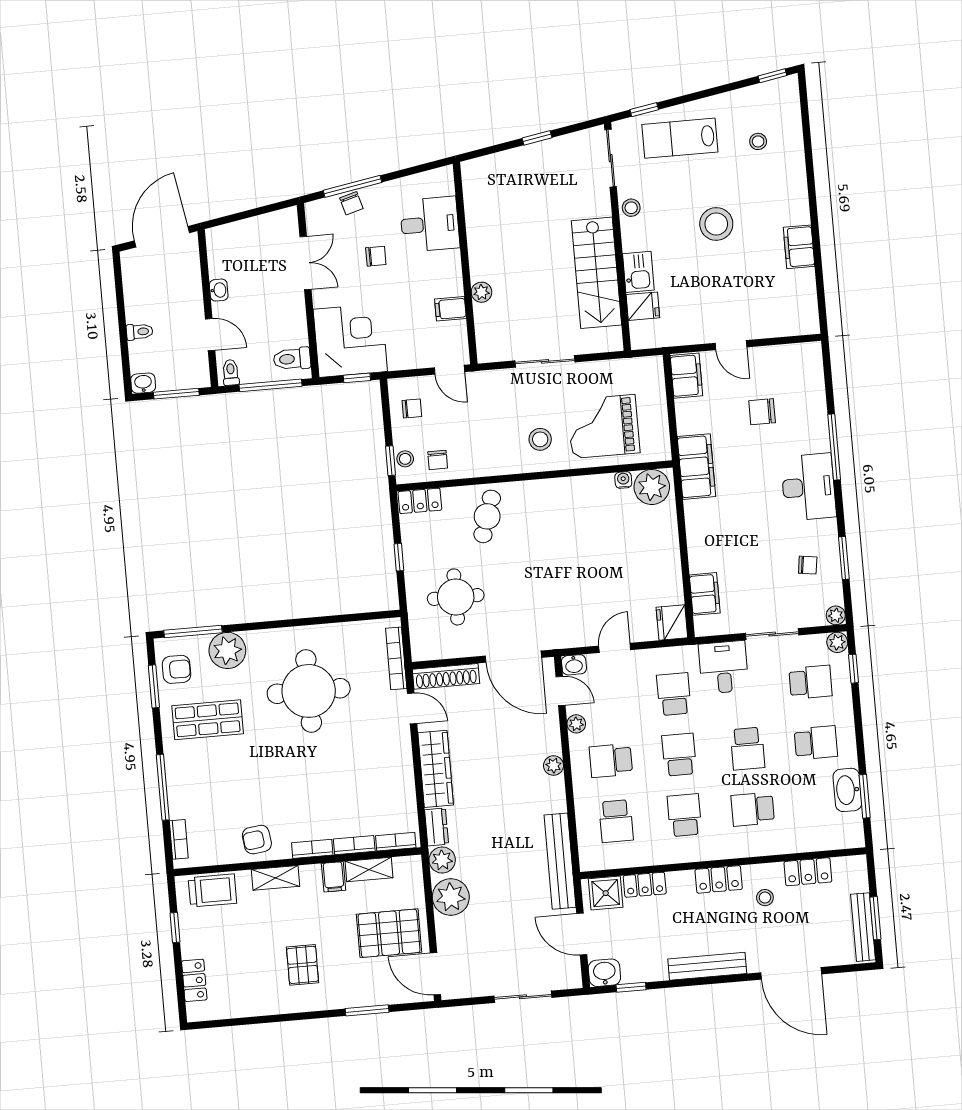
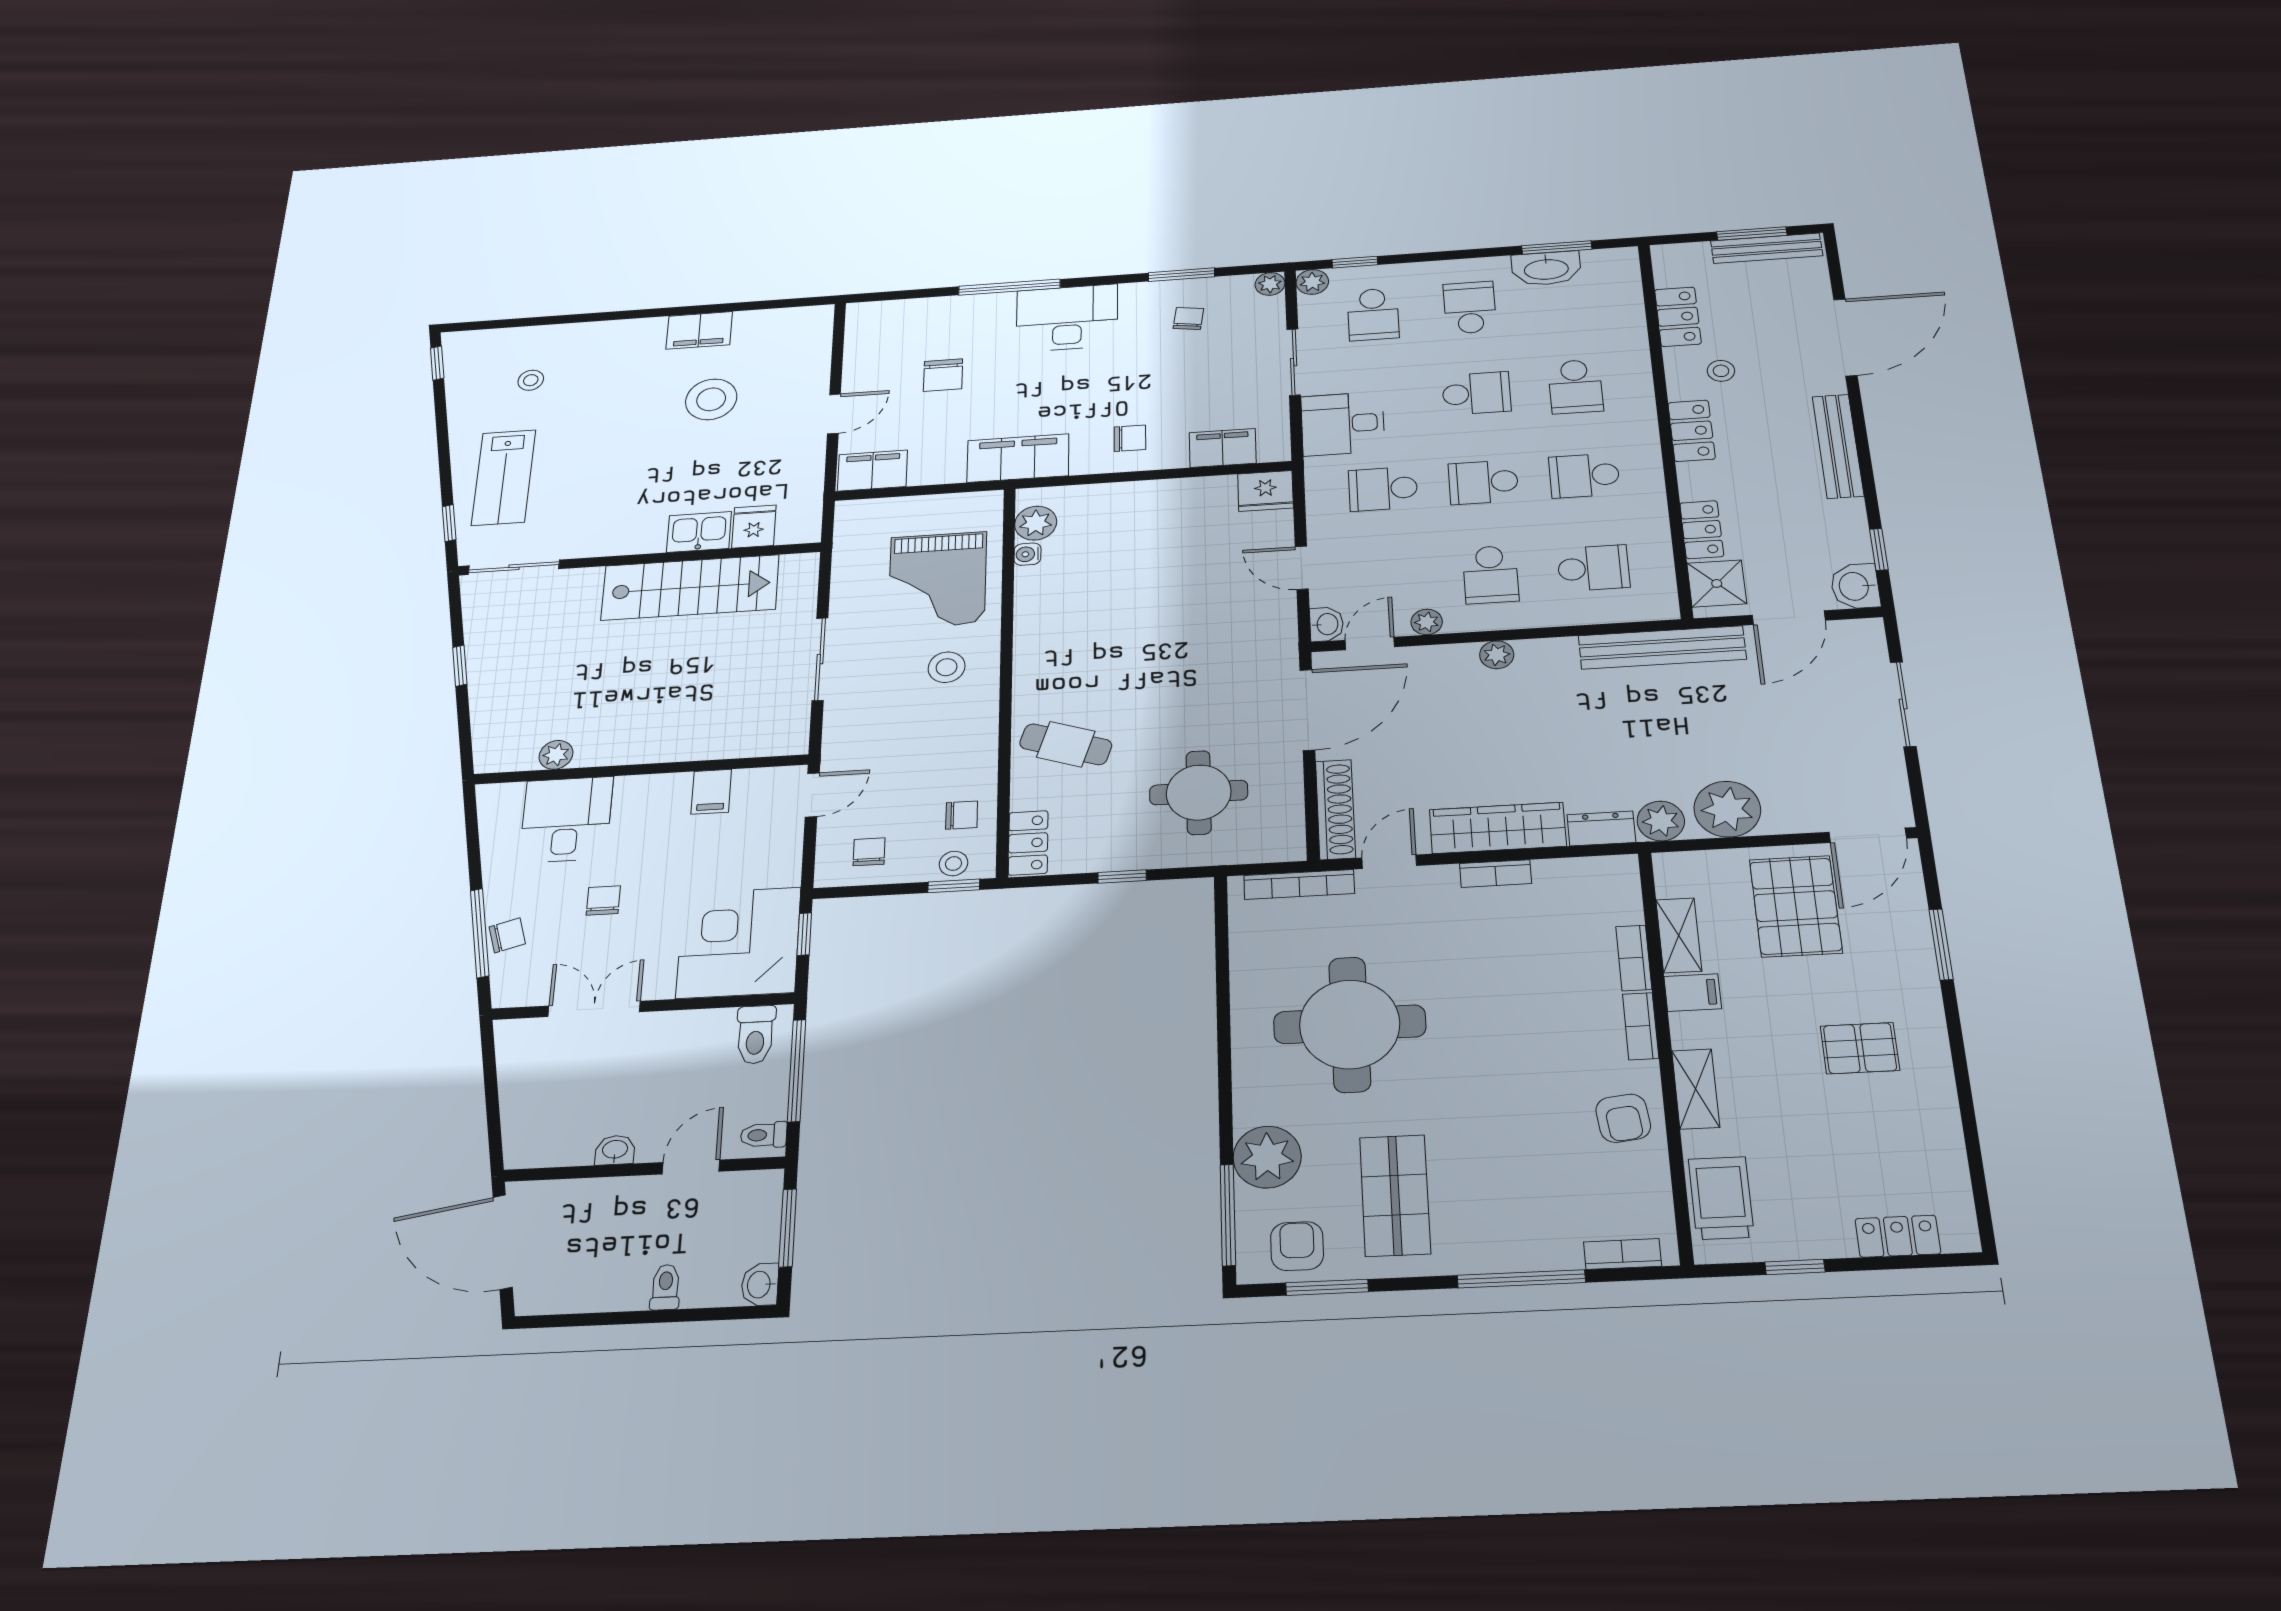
stool: (631, 208) -> (597, 541), removed
stool: (716, 224) -> (711, 399), moved
plant: (481, 292) -> (556, 755), moved
plant: (652, 487) -> (1036, 523), width x0.73, depth x0.73
chair: (712, 536) -> (1130, 438), added
school desk: (810, 682) -> (1373, 314), turned 180
bookcase: (396, 842) -> (1495, 874), moved, turned -90

